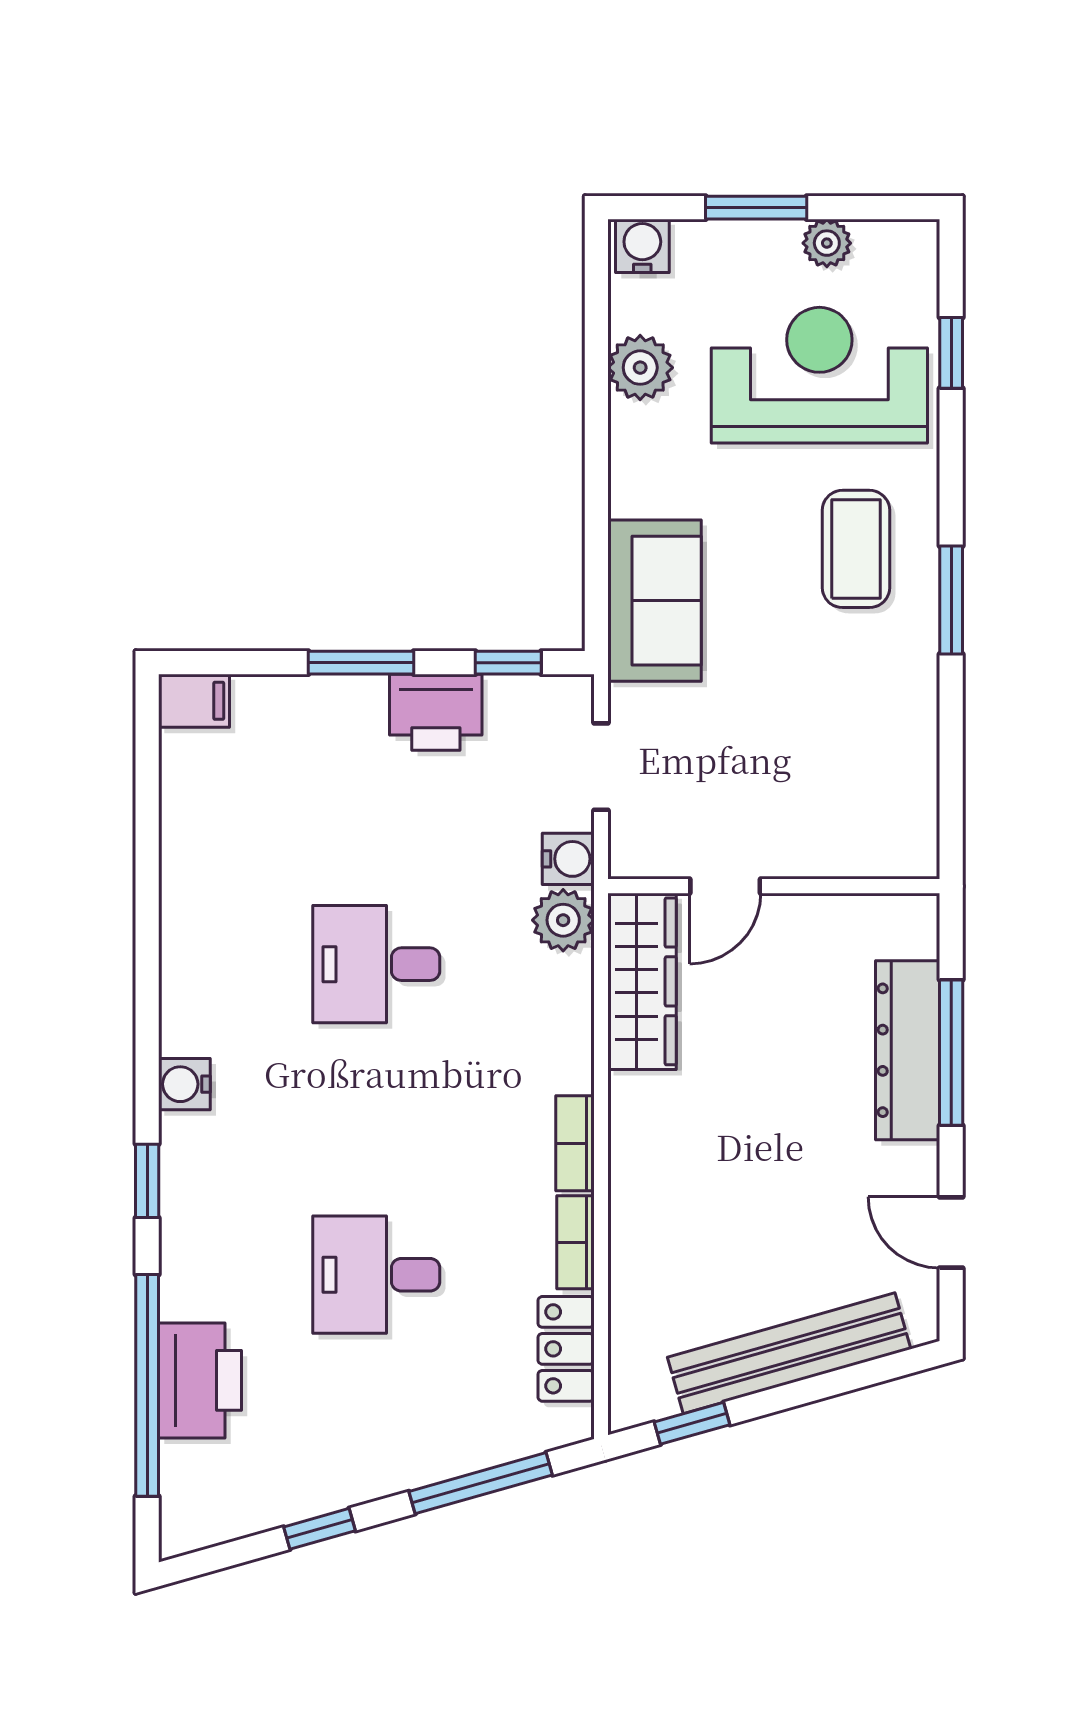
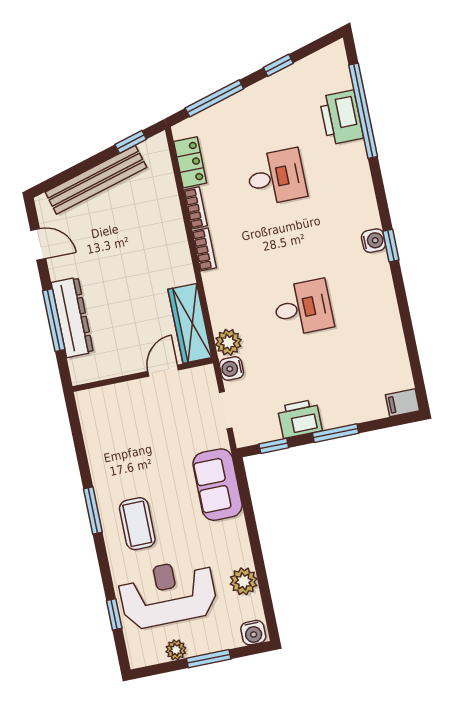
reception desk: (819, 375) -> (168, 594), turned 180
window: (147, 1181) -> (391, 246), moved

